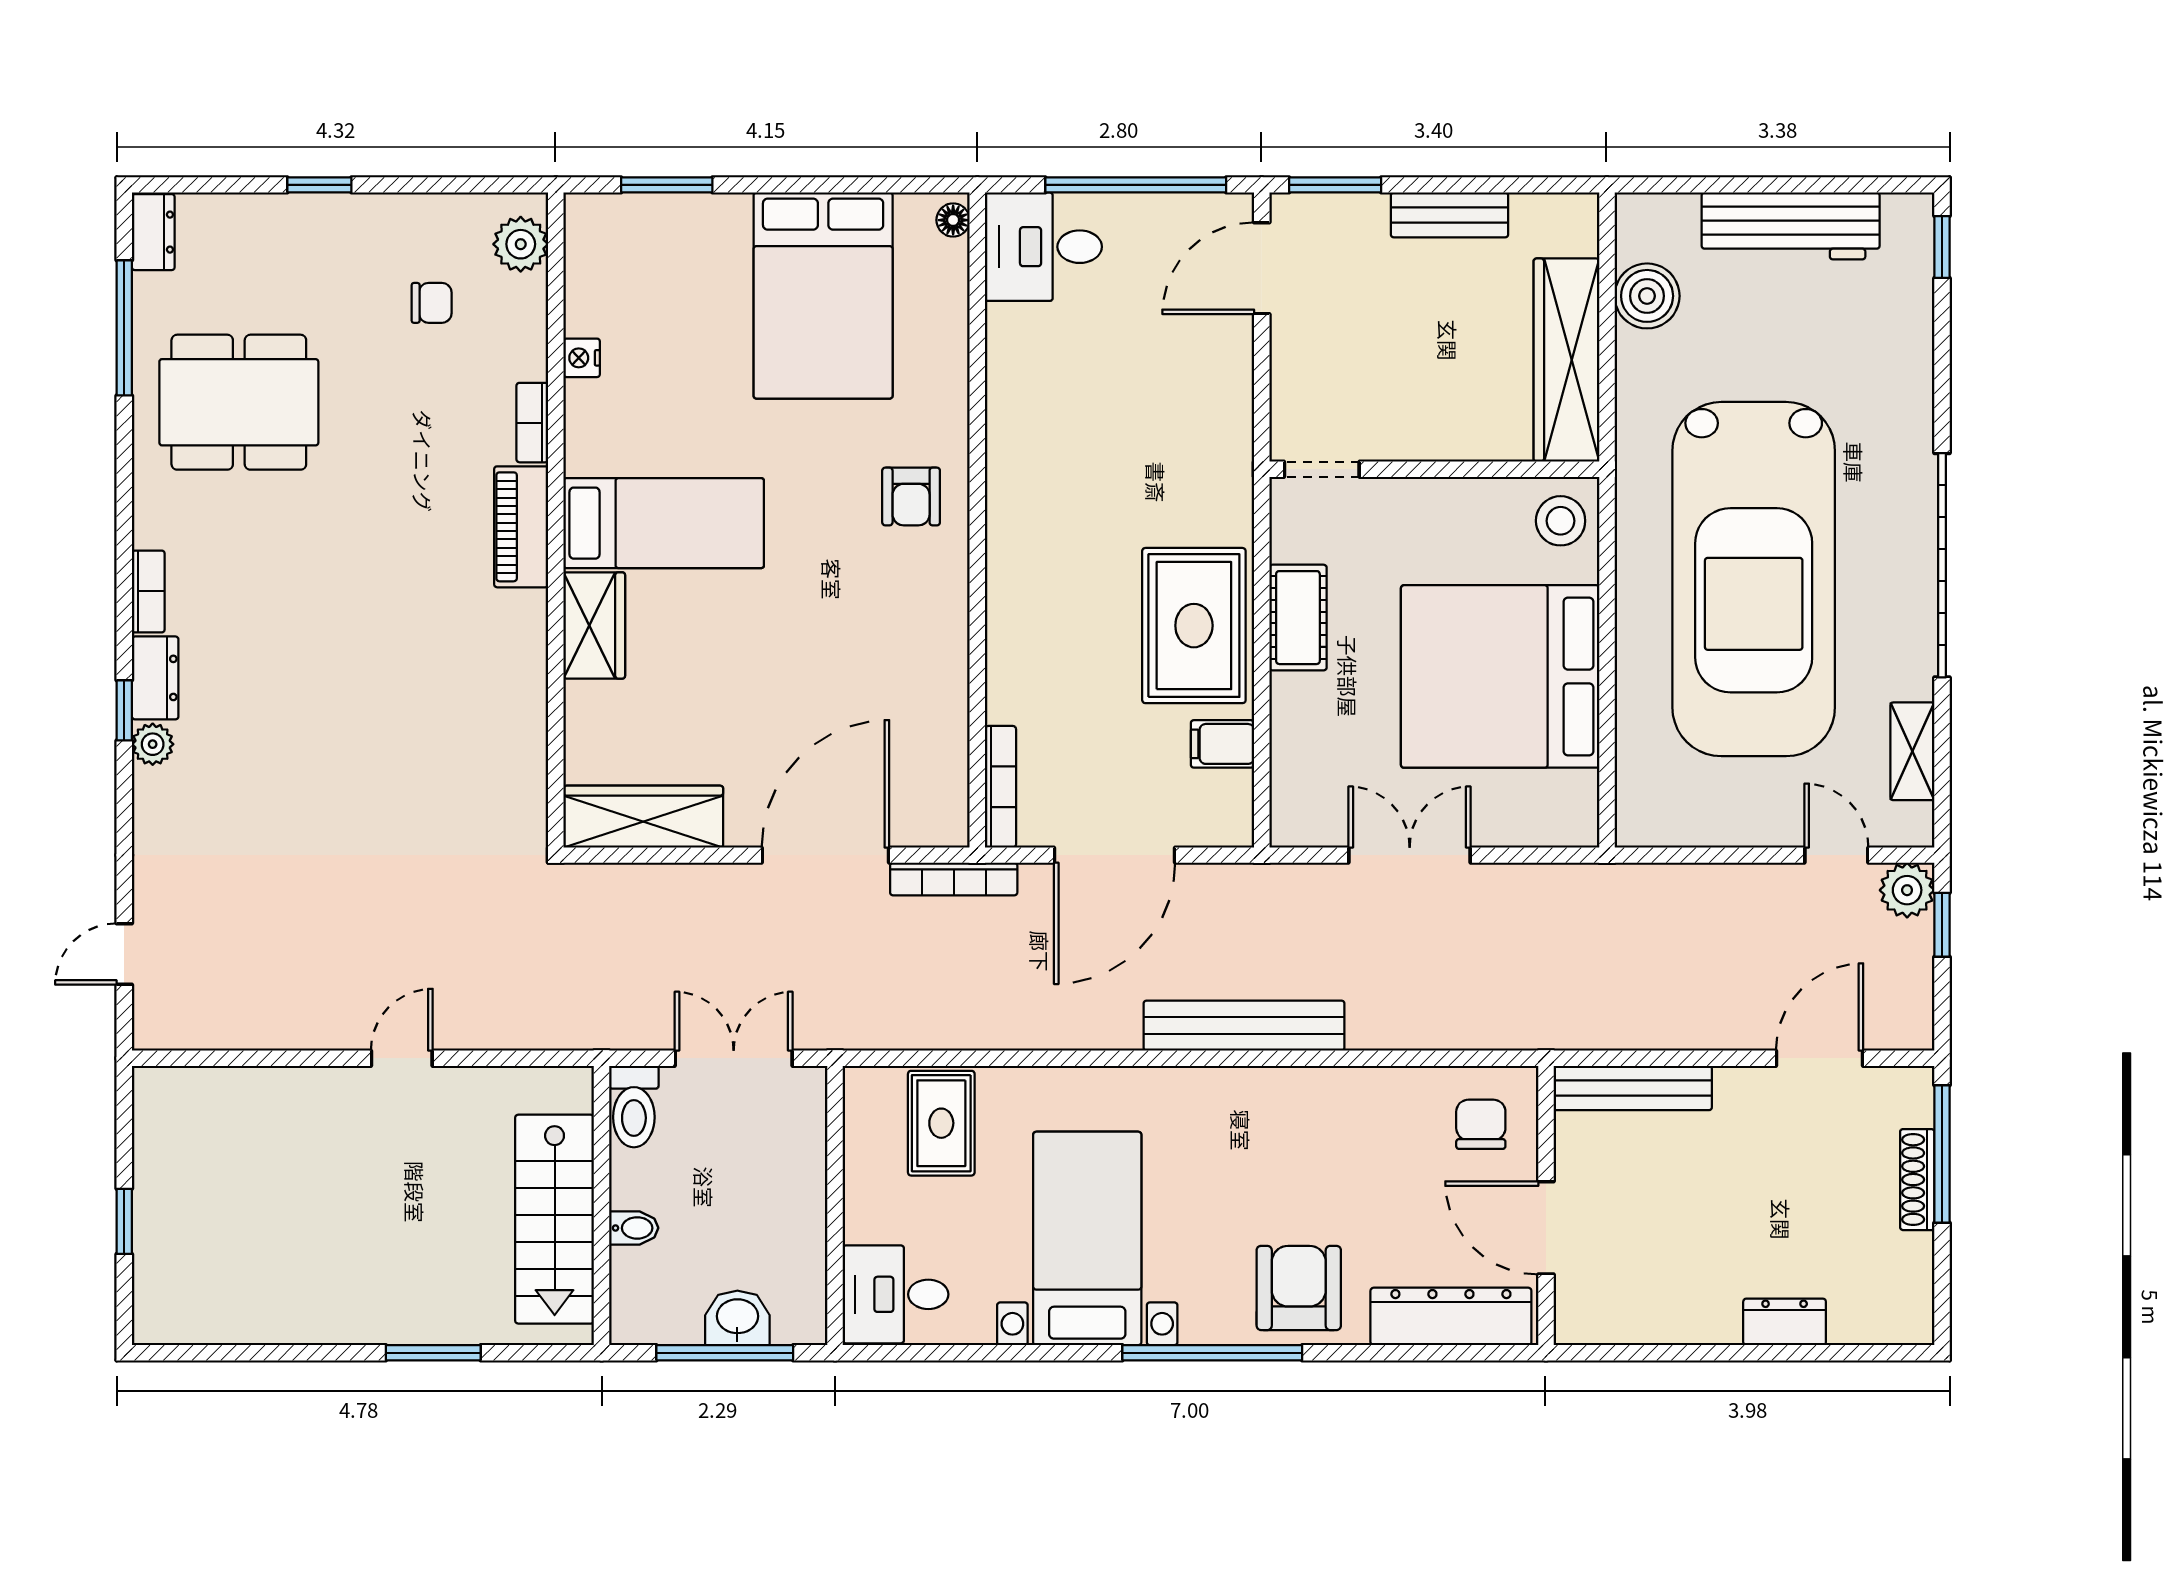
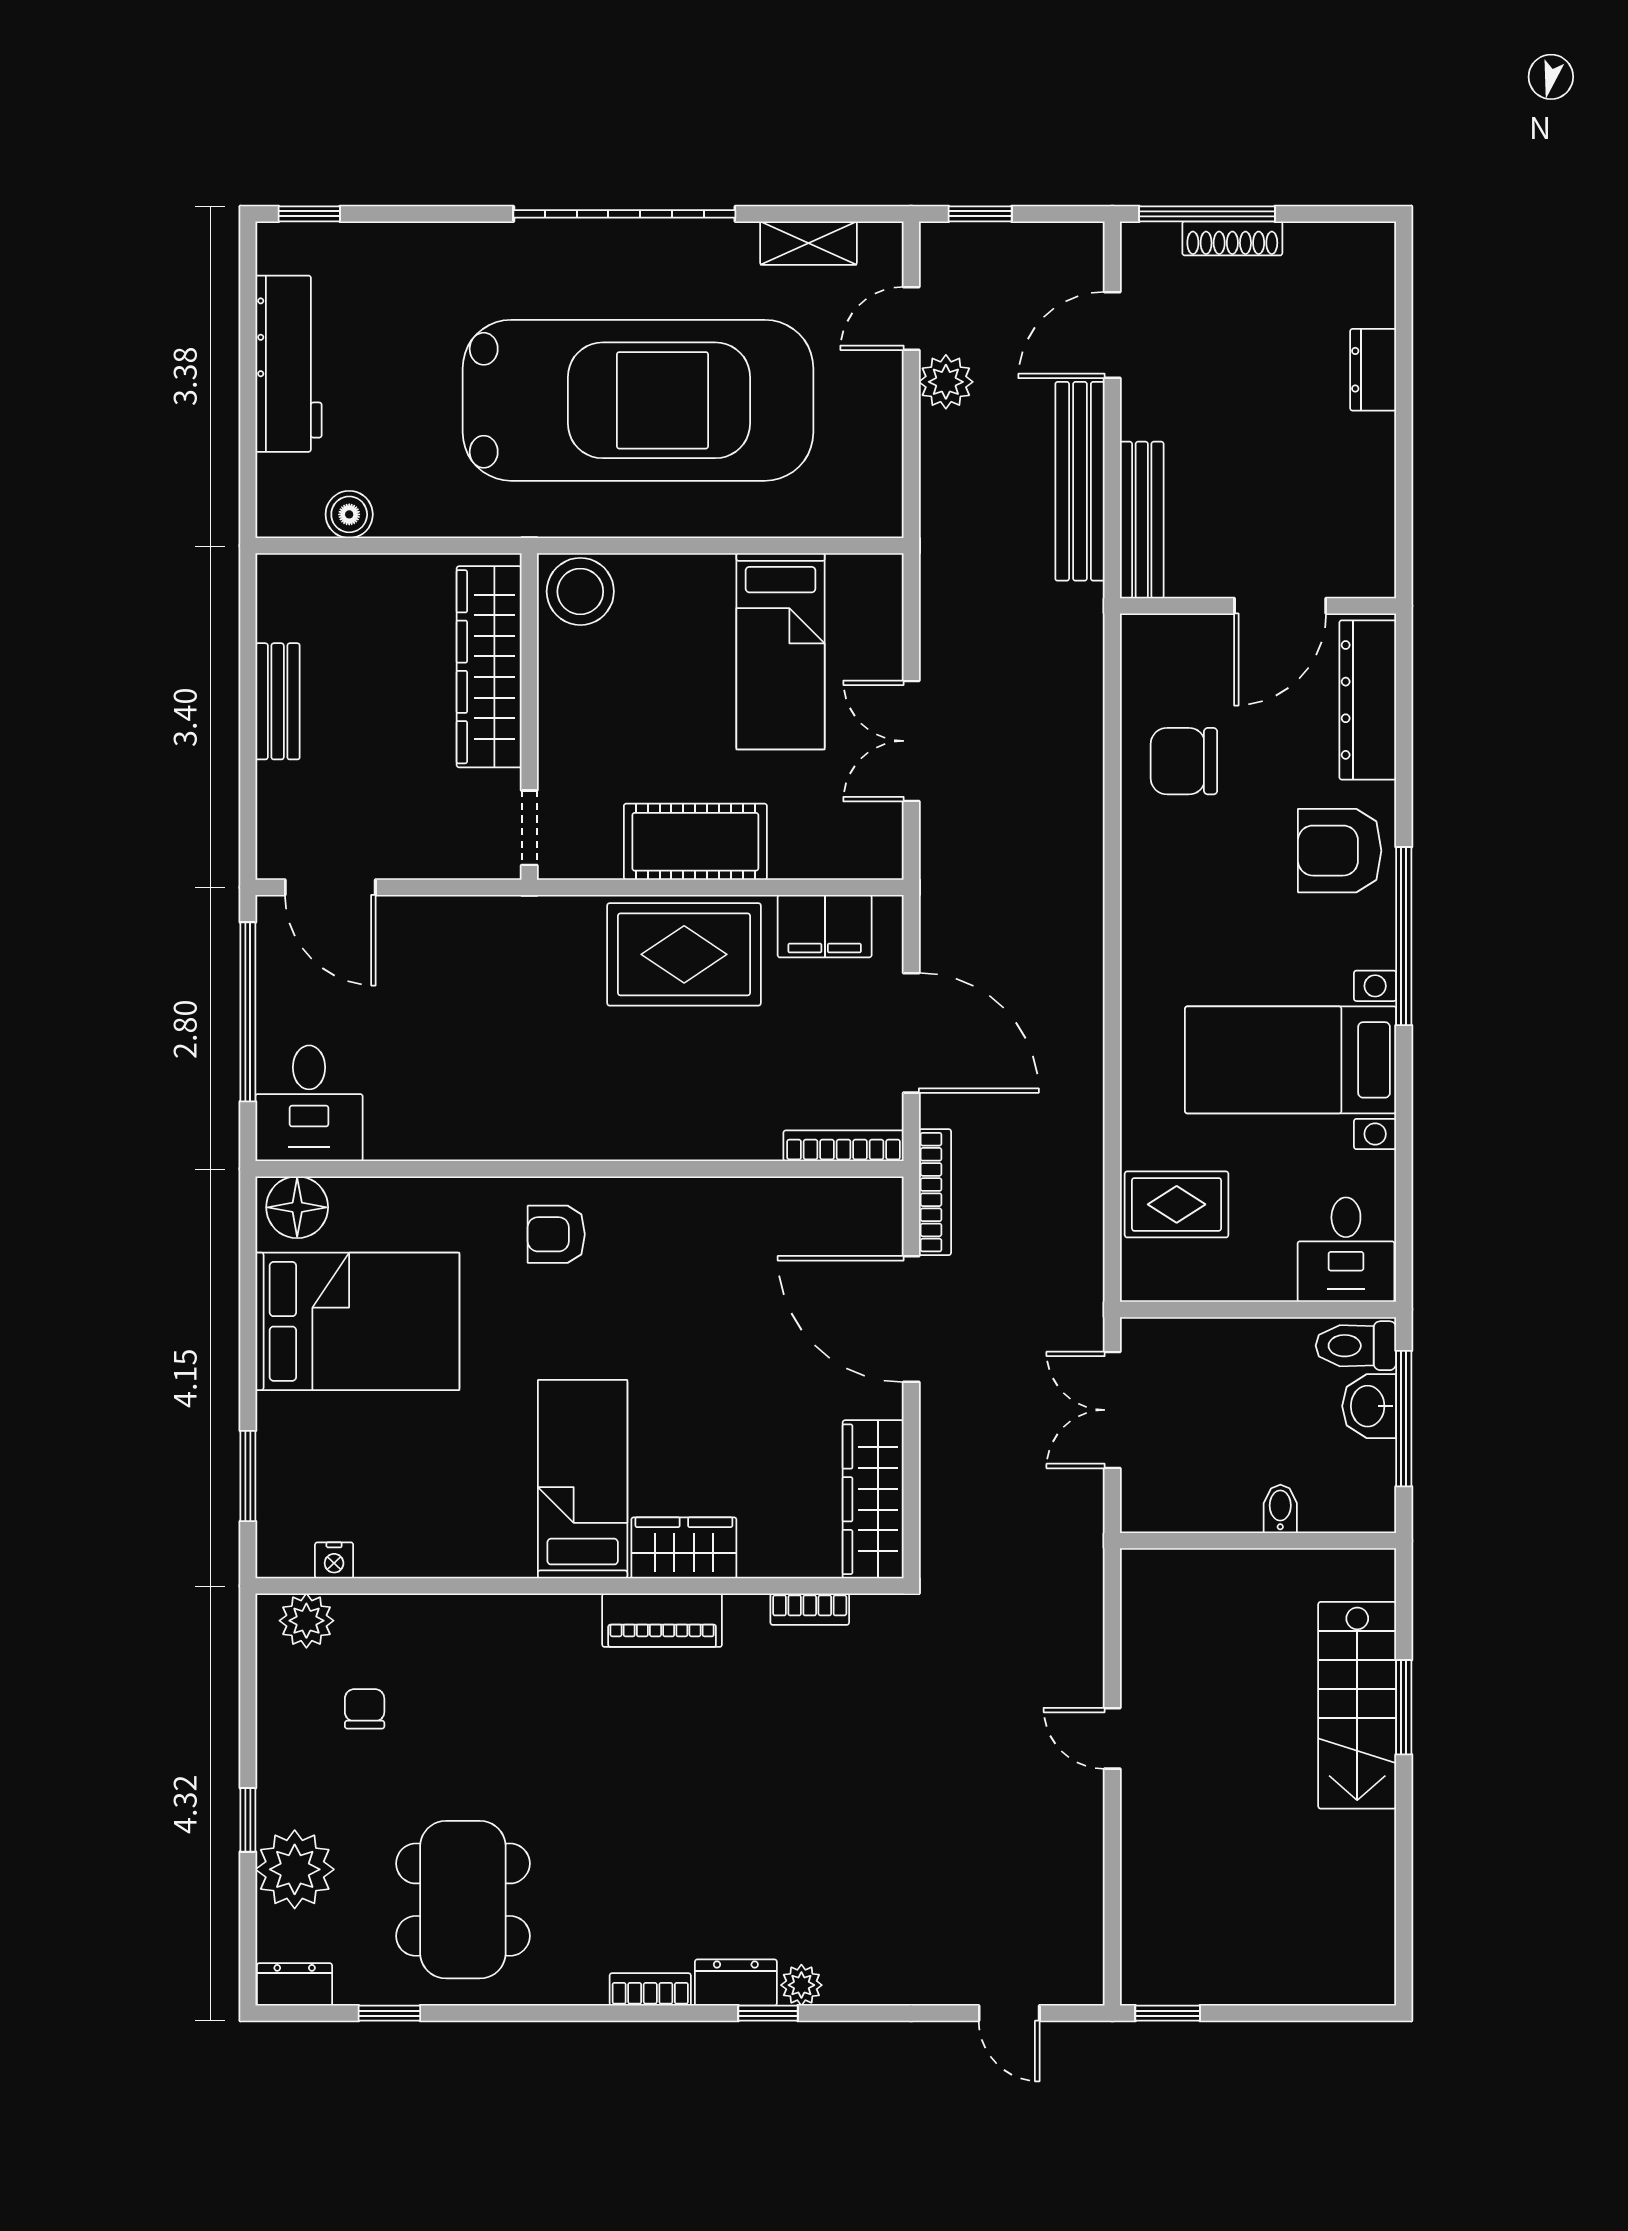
window: (1335, 185) -> (248, 815), removed
floor lamp: (953, 220) -> (297, 1207), width x1.89, depth x1.89
plant: (269, 232) -> (295, 1869), added
boiler: (1647, 296) -> (349, 514), width x0.73, depth x0.73
window: (124, 328) -> (389, 2013), width x0.46
nightstand: (582, 358) -> (334, 1560), moved
wardrobe: (1566, 360) -> (489, 667), moved, turned 90
bookcase: (532, 423) -> (810, 1609), moved
armchair: (911, 496) -> (556, 1234), turned 180
stool: (1561, 521) -> (580, 591), width x1.38, depth x1.38
piano: (521, 527) -> (662, 1620), moved
cot: (1298, 618) -> (695, 842), width x1.37, depth x1.34
bed: (1500, 676) -> (781, 651), width x0.49
filing cabinet: (1222, 744) -> (825, 926), width x2.00
plant: (1907, 890) -> (946, 382), moved
bench: (1244, 1026) -> (1080, 481), moved
door: (1820, 1058) -> (1112, 335), hinge flipped
toilet: (634, 1107) -> (1356, 1346), moved, turned 180
chair: (1481, 1124) -> (1184, 761), moved, width x1.37, depth x1.37
stairs: (555, 1219) -> (1357, 1705), moved, turned 90
window: (124, 1221) -> (1168, 2013), moved

